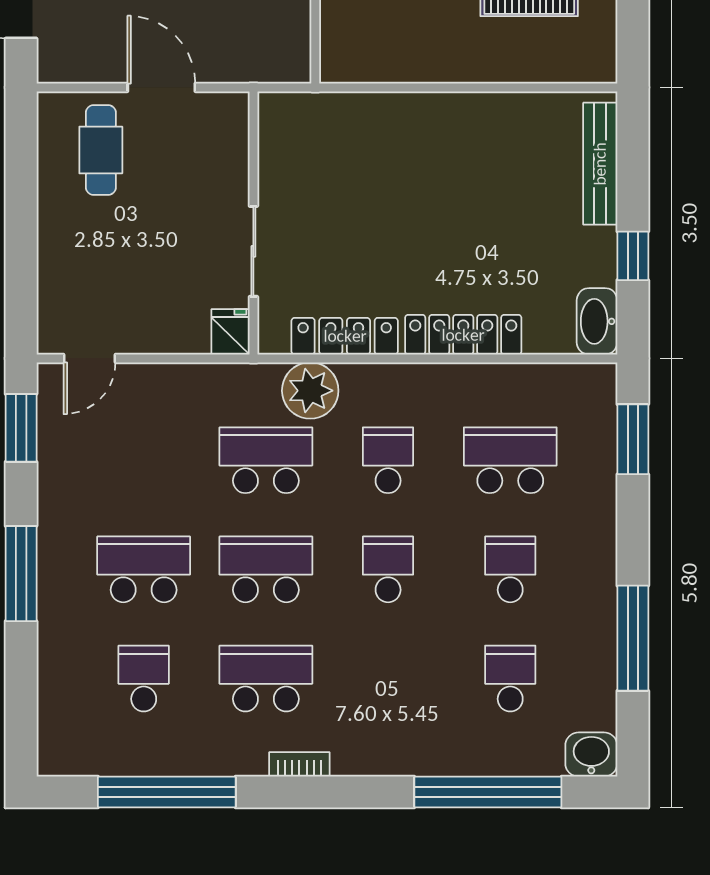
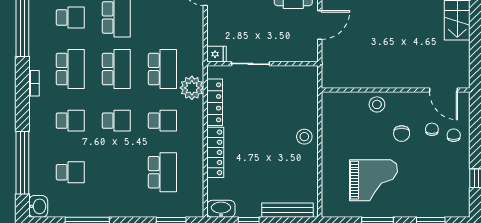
stool: (426, 124) -> (304, 137), added
school desk: (510, 569) -> (70, 121), moved

